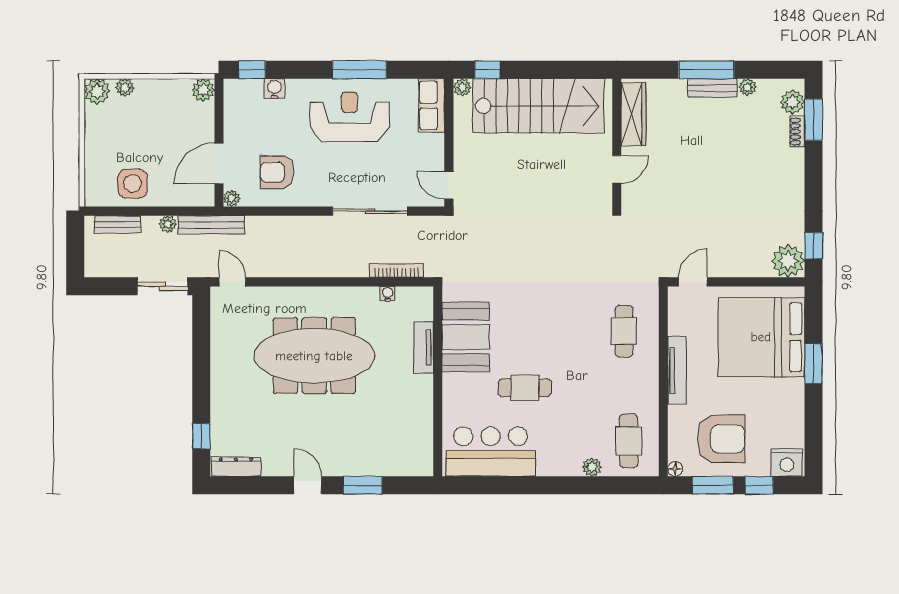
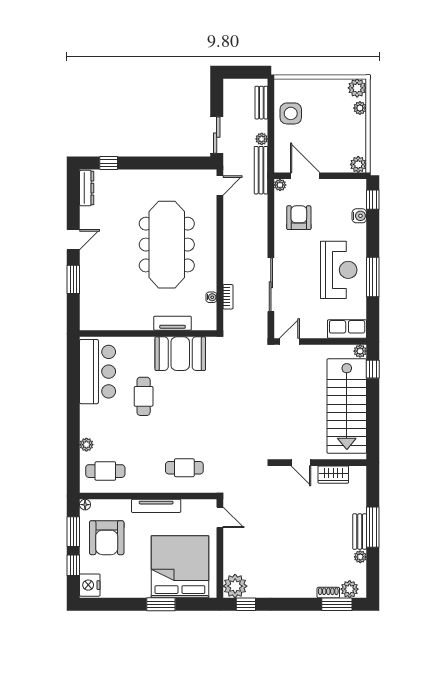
wardrobe: (633, 114) -> (333, 475), width x0.67
bookcase: (396, 271) -> (228, 297), width x0.64

